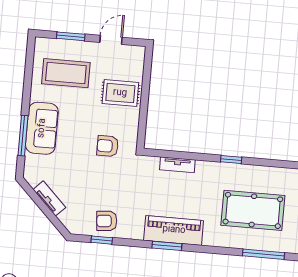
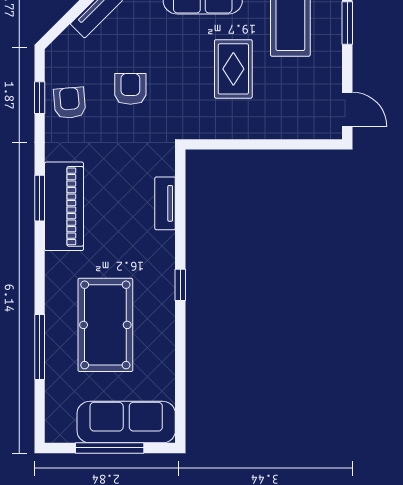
door: (111, 40) -> (347, 109), moved
rug: (120, 93) -> (233, 69), moved
armchair: (108, 146) -> (130, 89), moved

